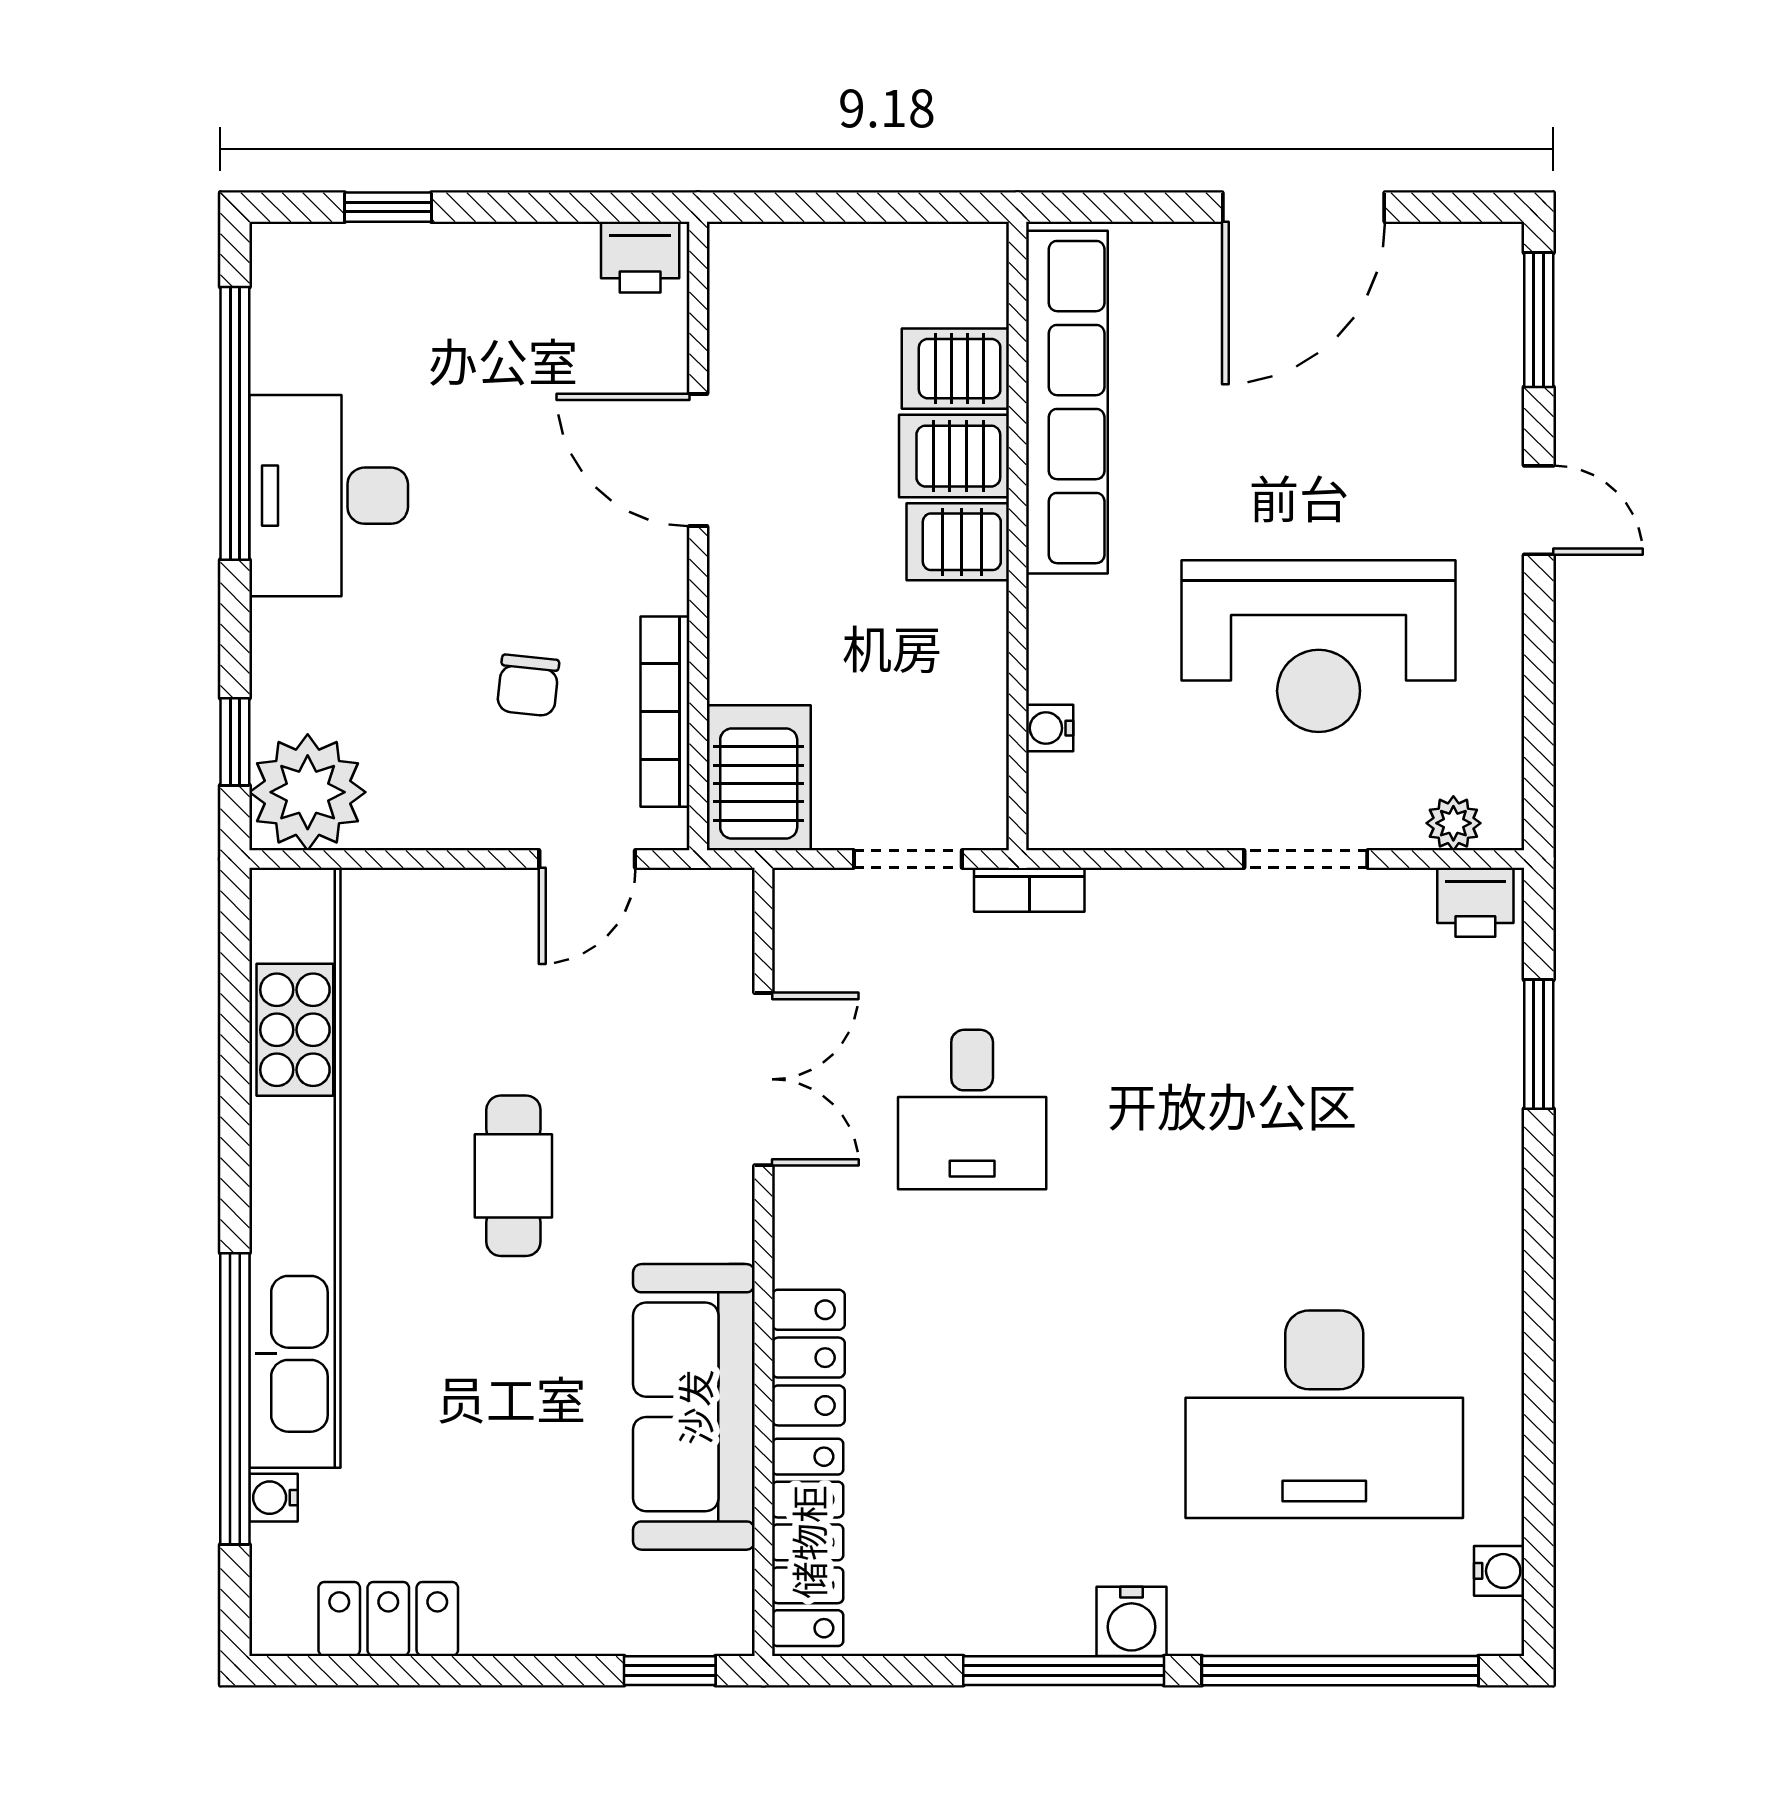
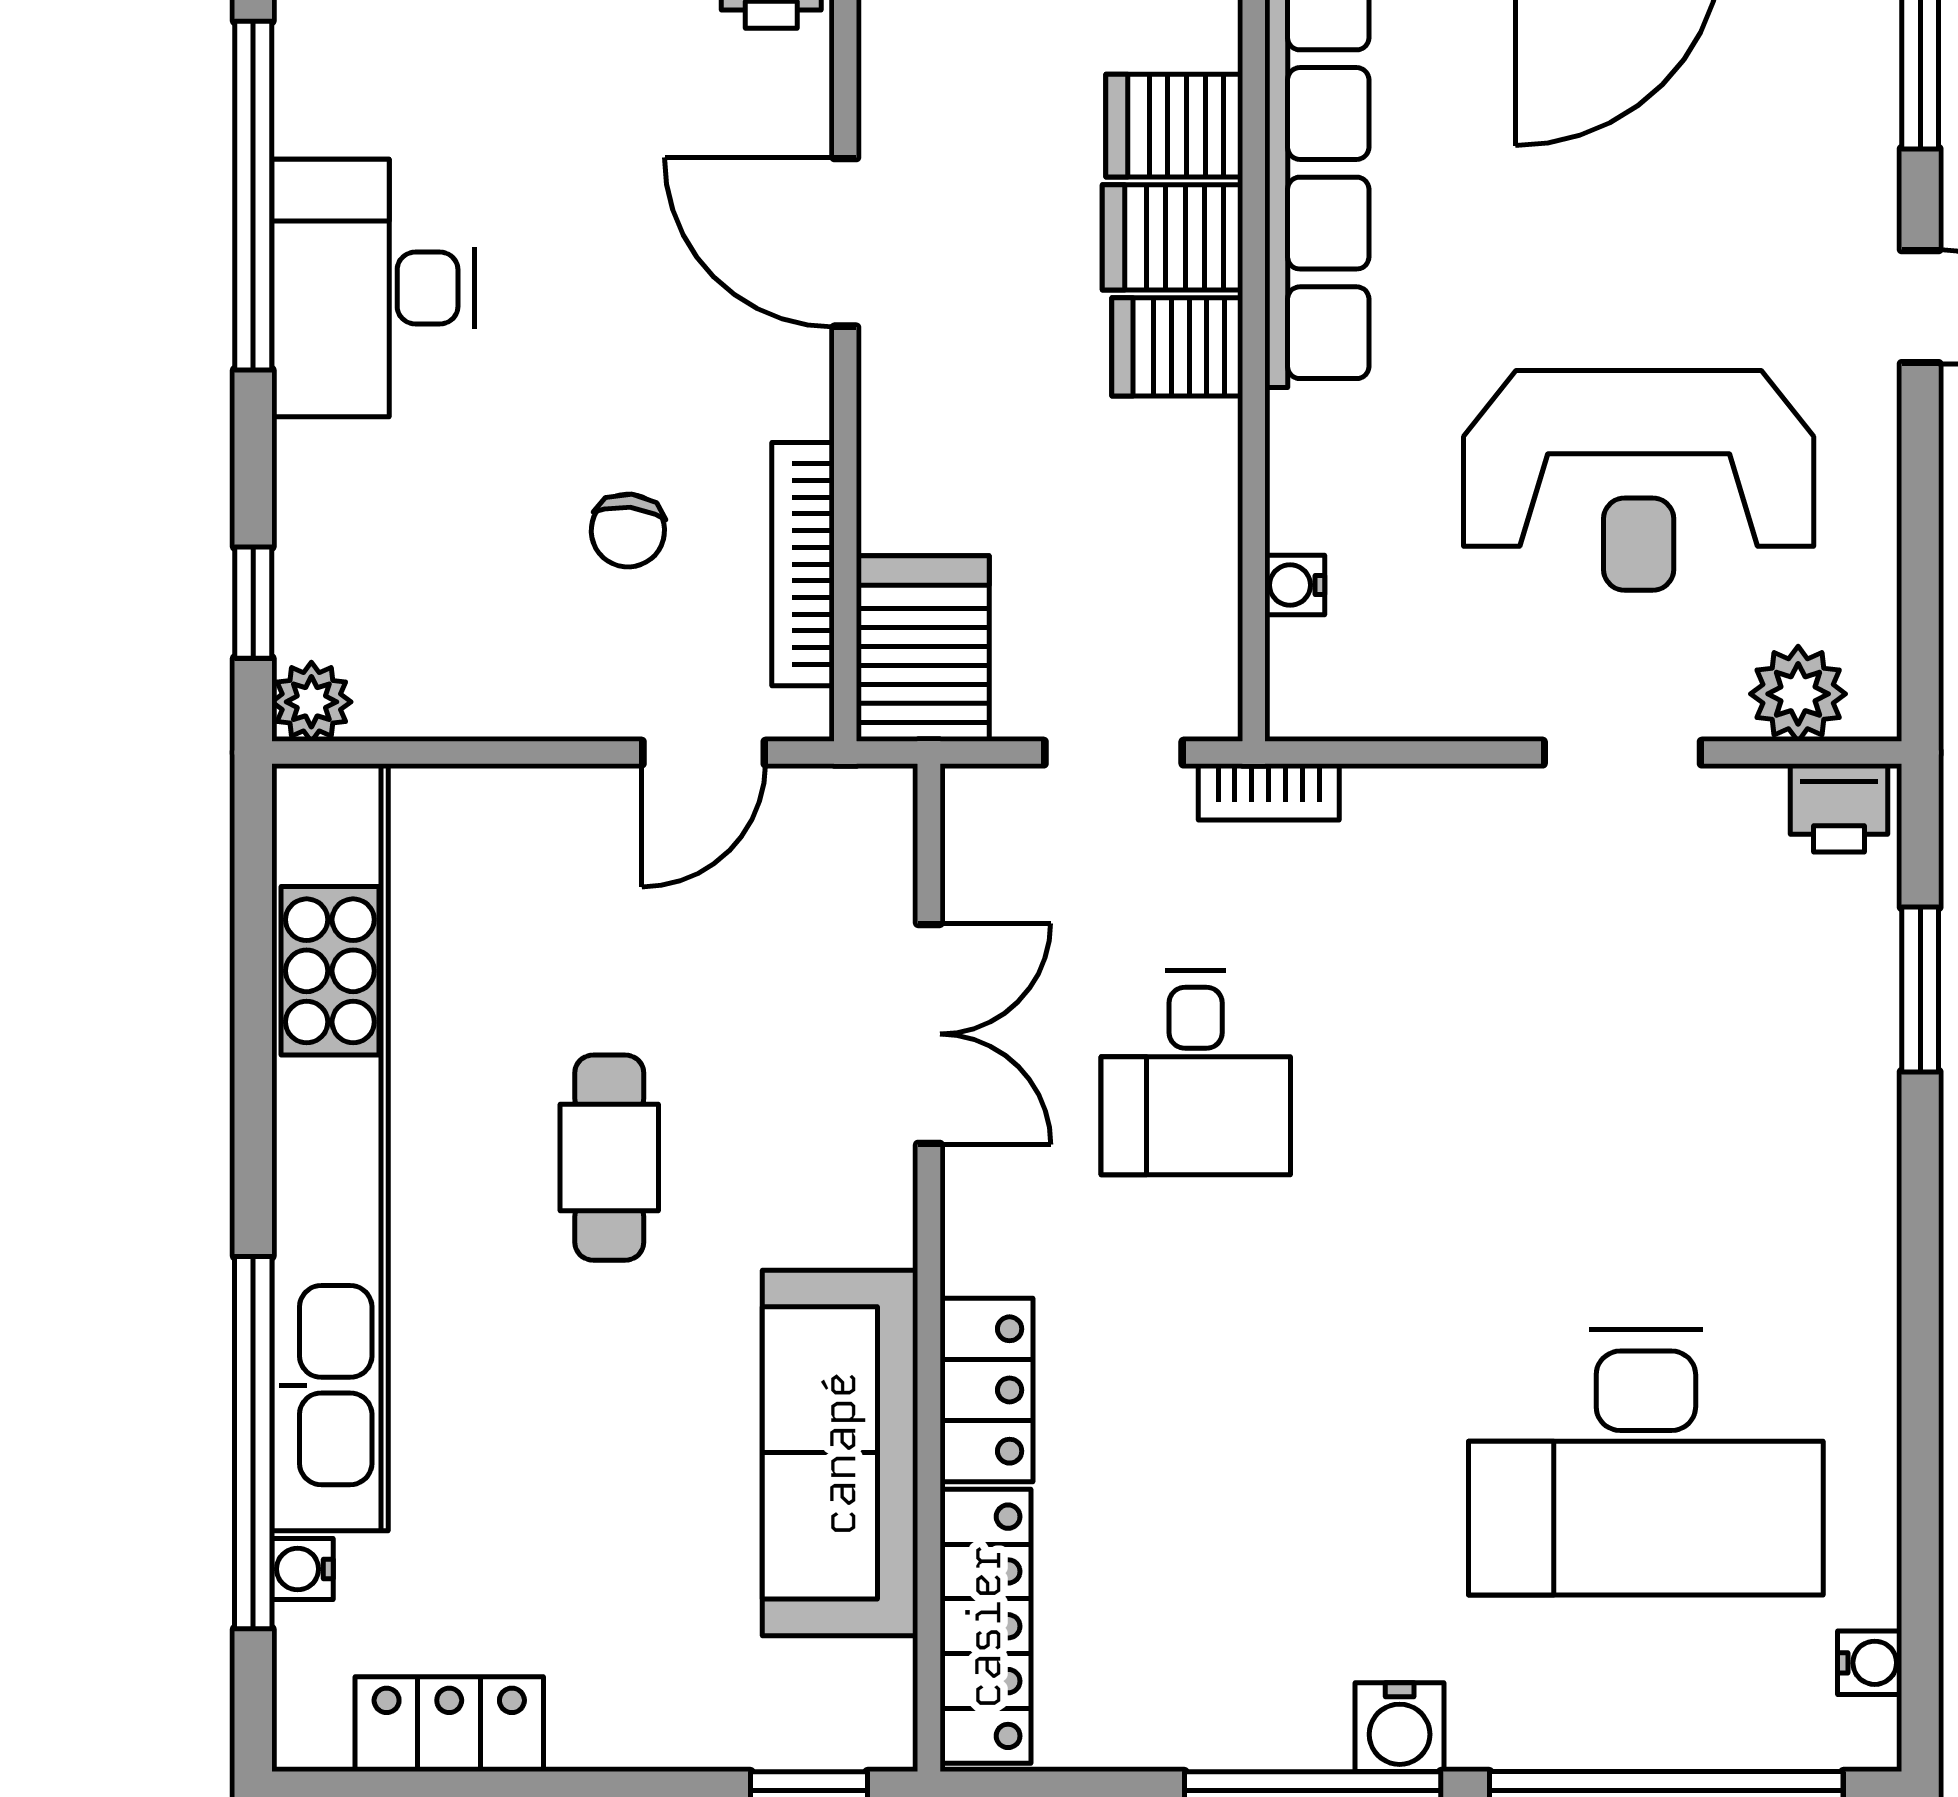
plant: (308, 792) -> (311, 702), width x0.53, depth x0.53
plant: (1453, 823) -> (1798, 694), width x1.38, depth x1.38

